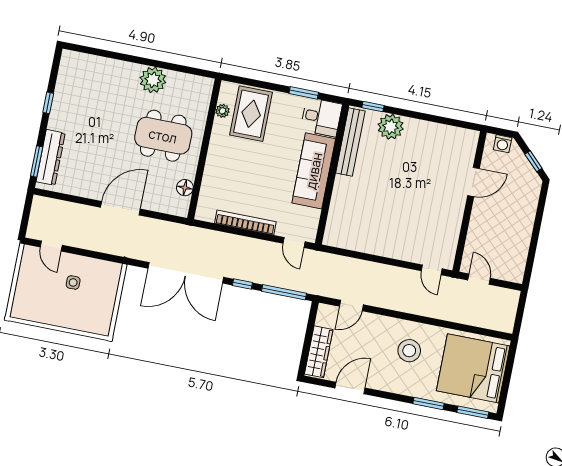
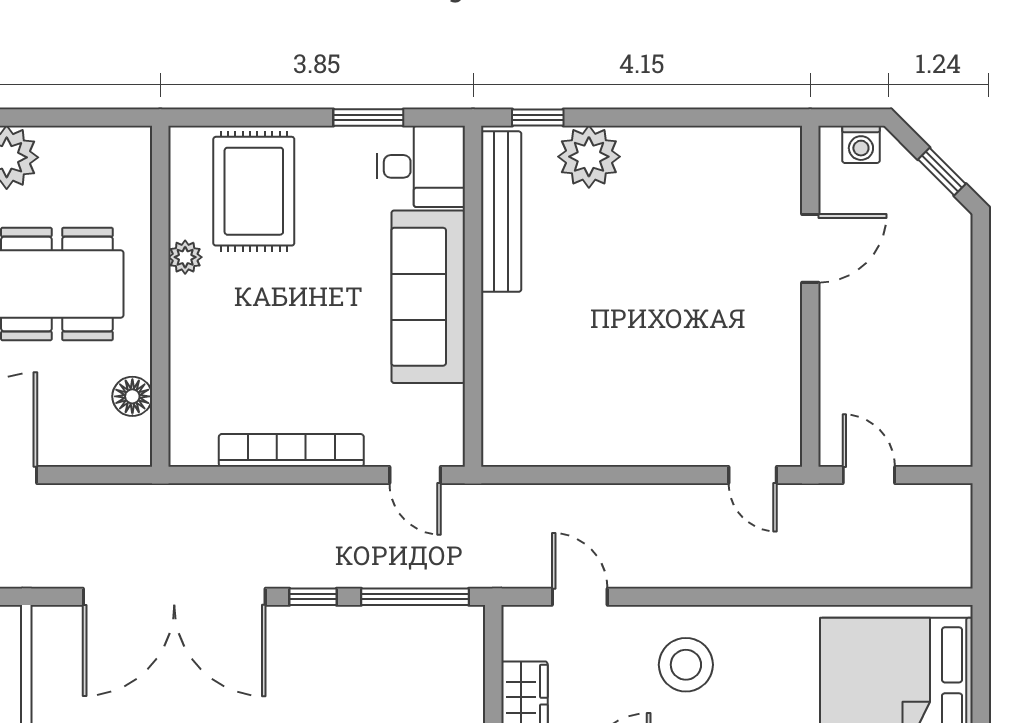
plant: (222, 111) -> (185, 257), moved
door: (351, 306) -> (580, 597), swing flipped
stool: (409, 351) -> (686, 665), moved

